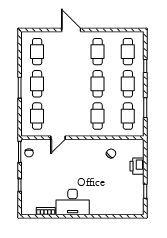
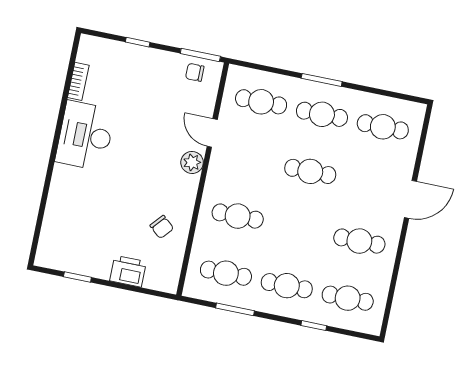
cafe table: (98, 84) -> (310, 171), moved
plant: (75, 145) -> (192, 162), added

